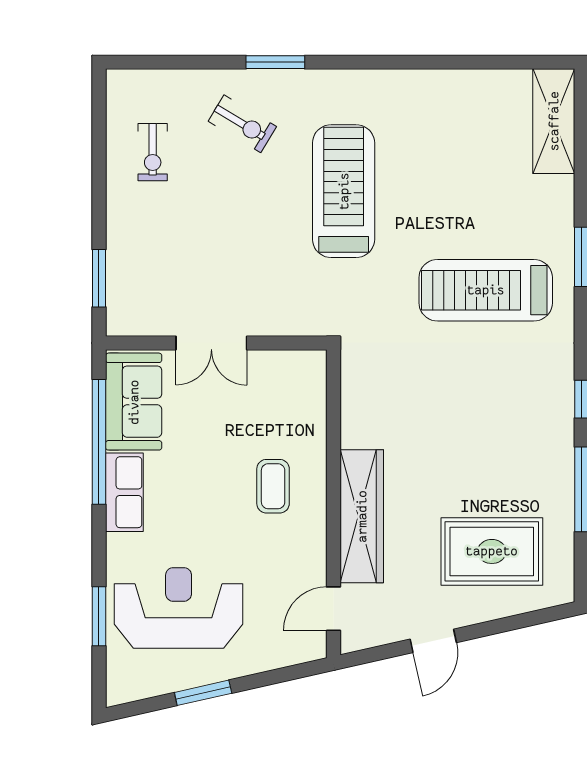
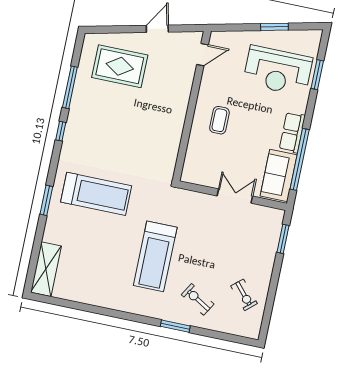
exercise bike: (153, 152) -> (244, 295), turned 139
wardrobe: (362, 516) -> (179, 97), removed

